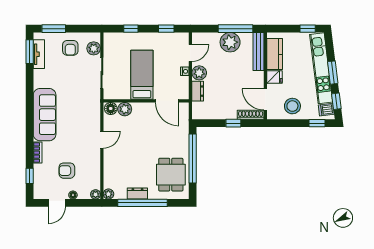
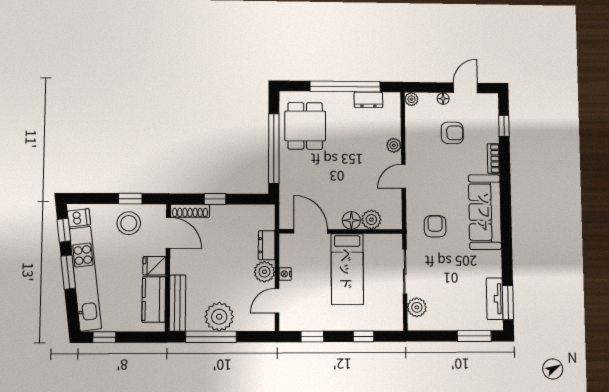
armchair: (70, 48) -> (435, 226), moved
floor lamp: (111, 109) -> (351, 220), moved
window: (317, 123) -> (130, 199), moved
plant: (108, 194) -> (394, 145), moved
dresser: (137, 194) -> (368, 100), moved

